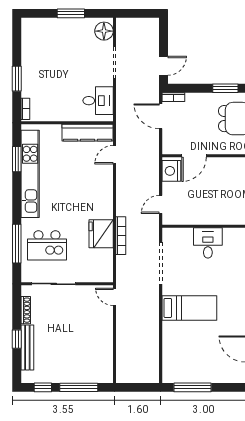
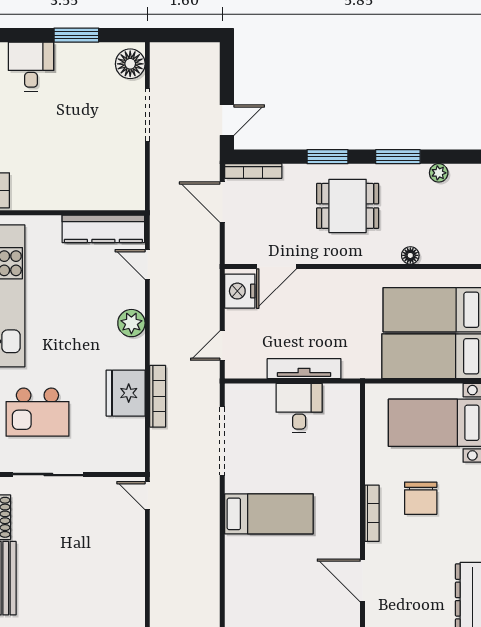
bookcase: (173, 97) -> (253, 171), width x1.56
desk: (98, 101) -> (31, 67), moved, turned -90
door: (115, 155) -> (147, 265), hinge flipped
plant: (105, 191) -> (131, 323), added
tv unit: (211, 219) -> (304, 369), added

